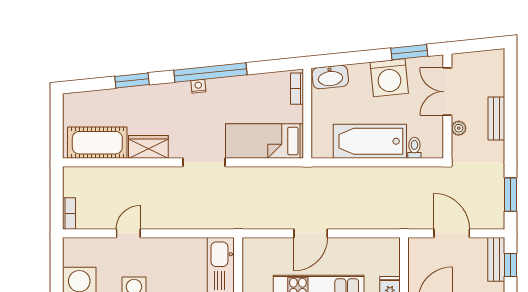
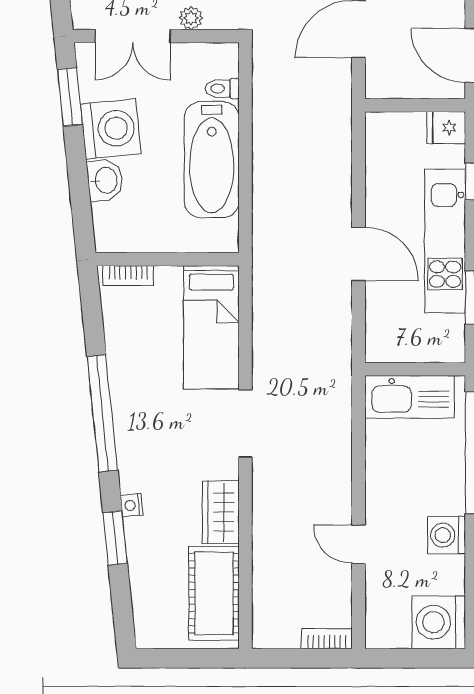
washbasin: (330, 77) -> (105, 180), moved, width x0.72
nightstand: (198, 86) -> (132, 505), moved

